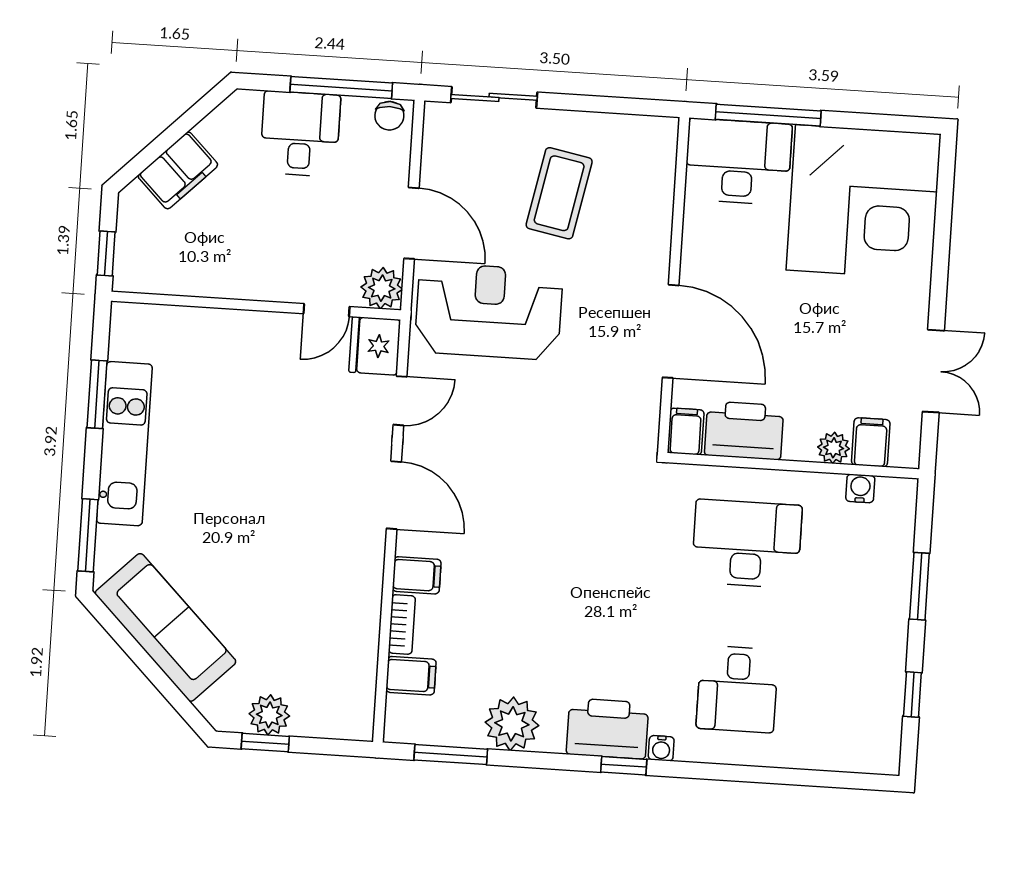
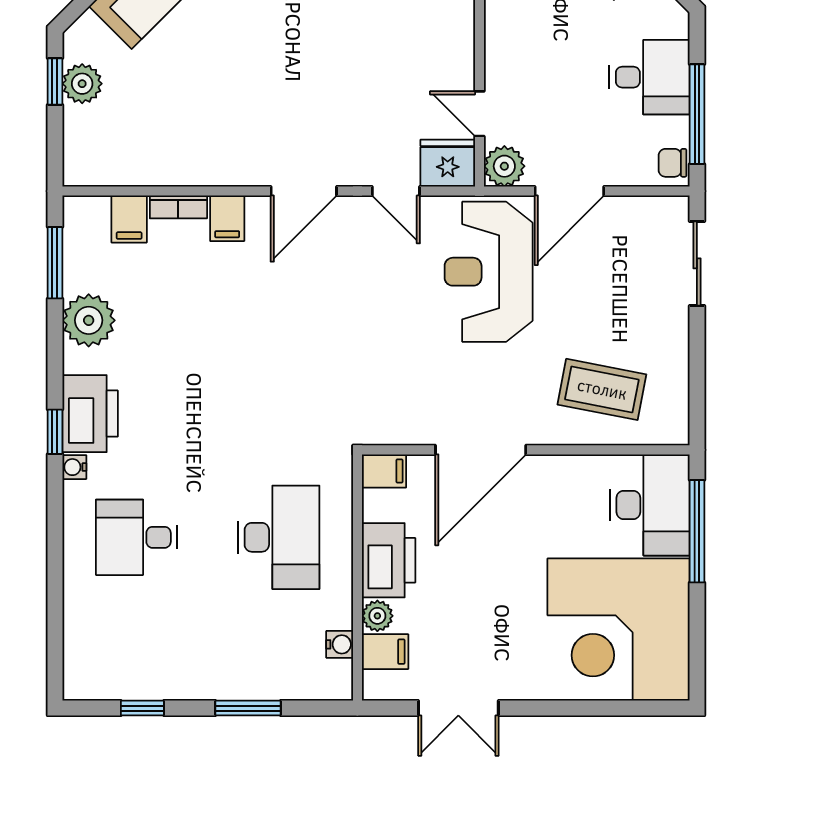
coffee table: (559, 193) -> (602, 389), moved
reception desk: (489, 311) -> (489, 272), turned 180
printer: (744, 431) -> (389, 560), moved

